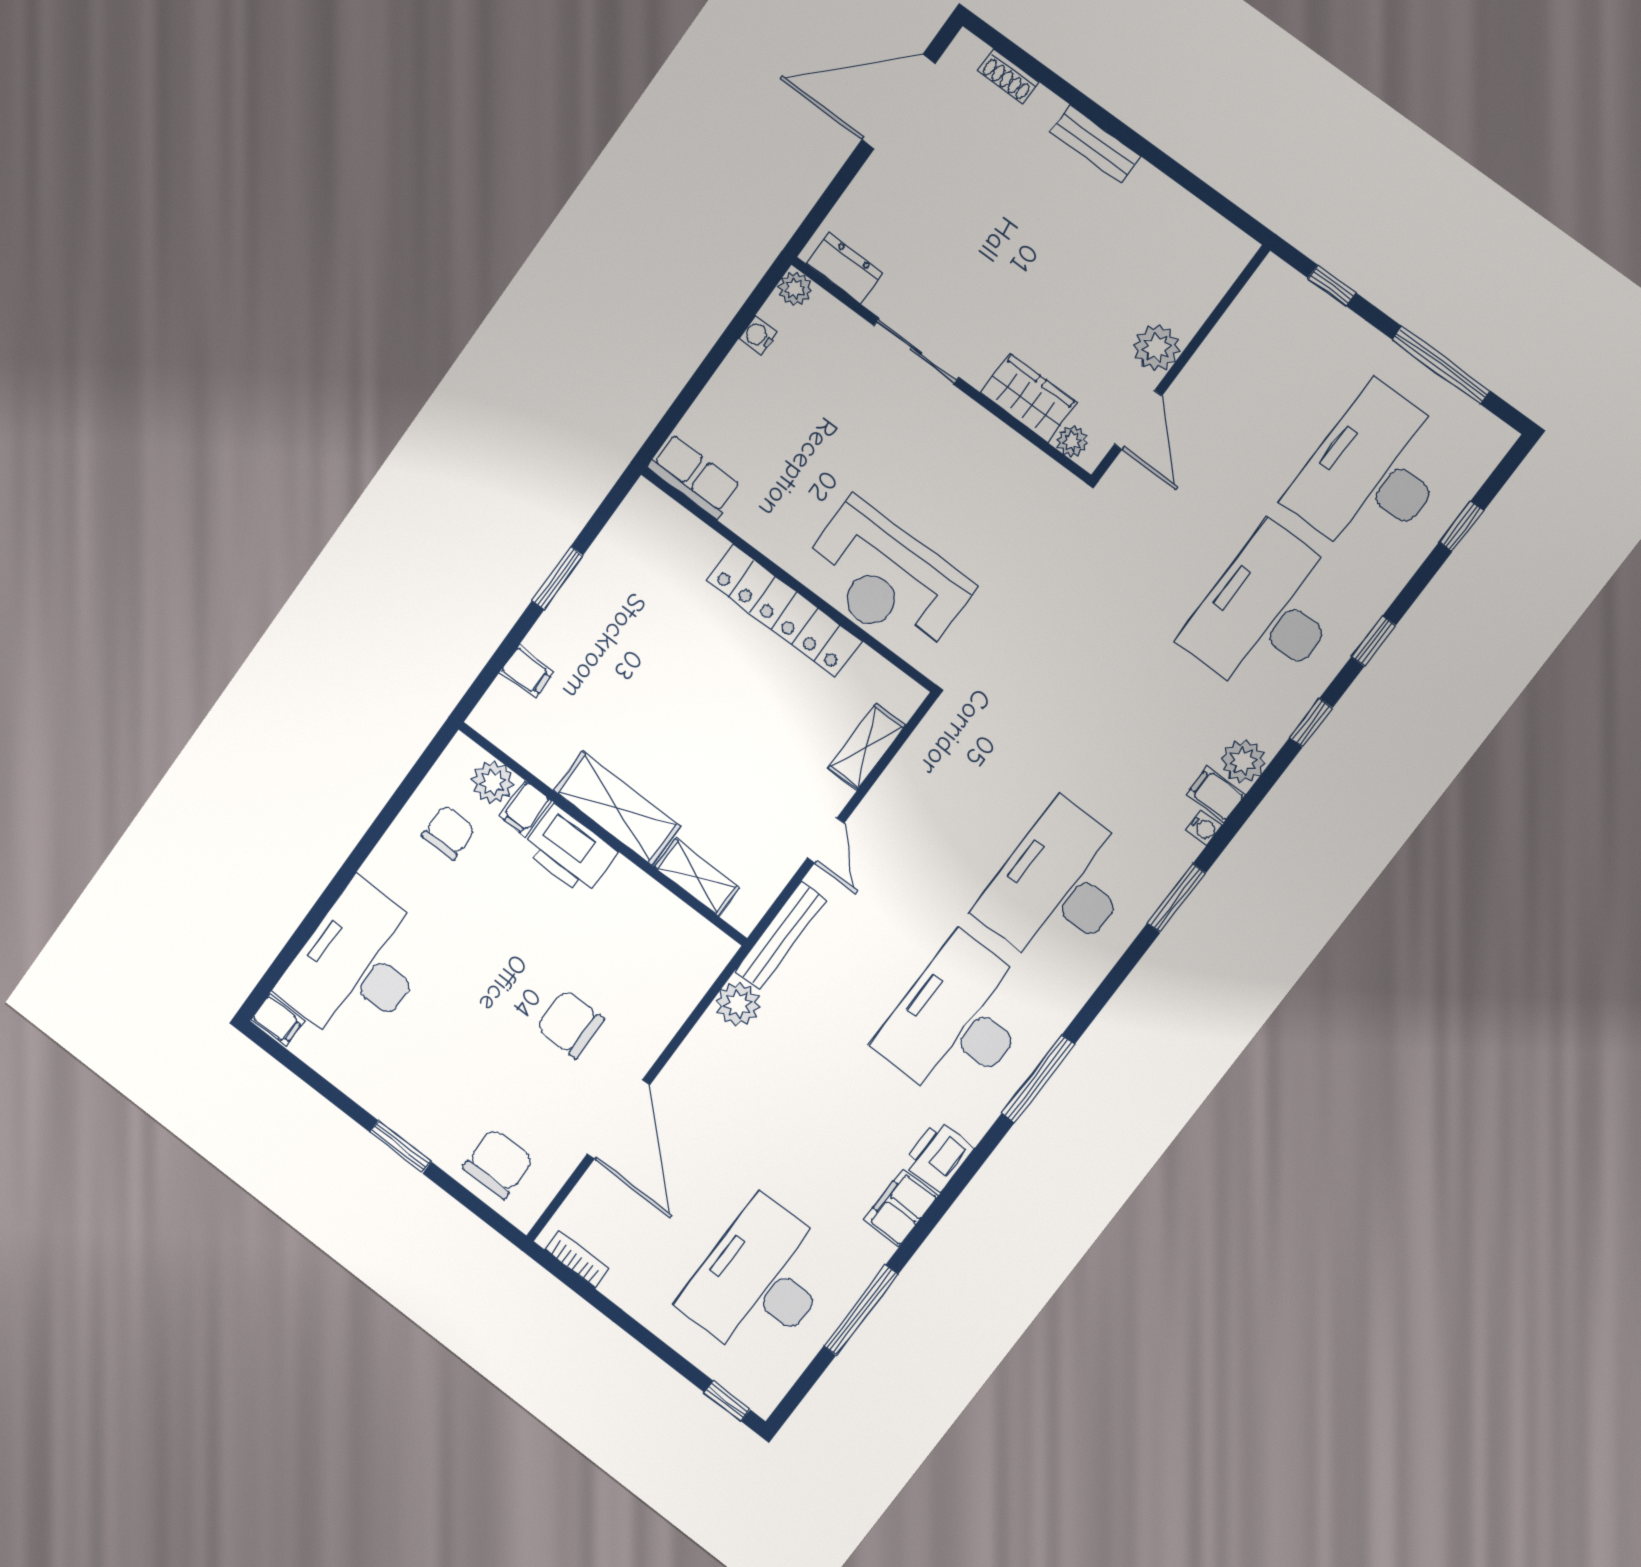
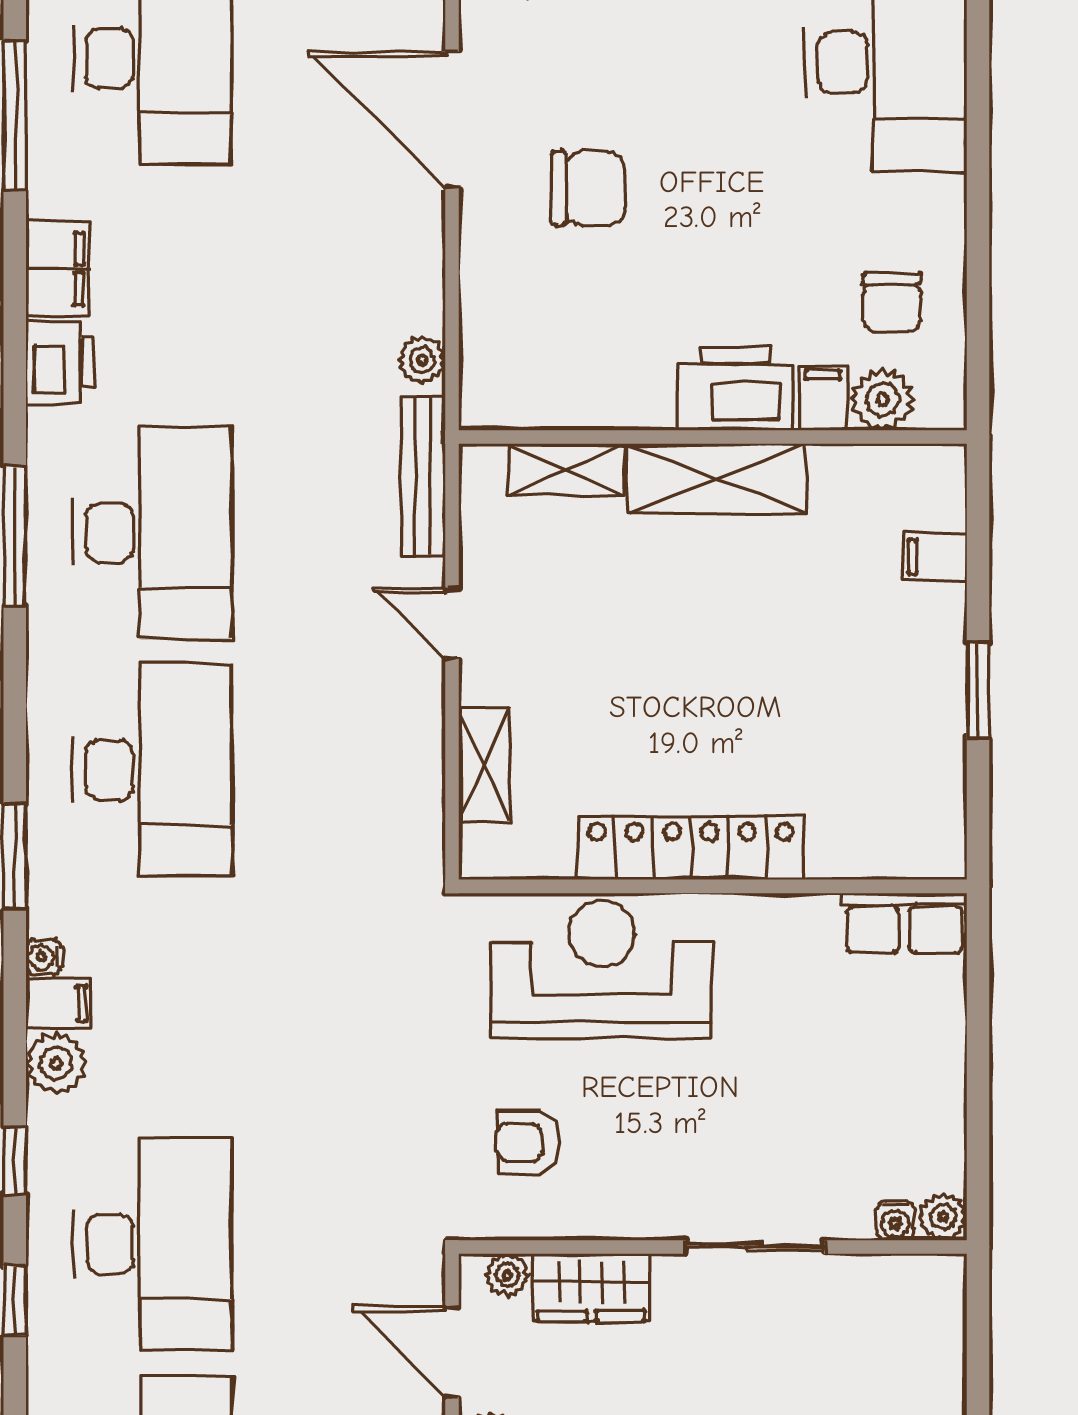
dresser: (845, 268) -> (903, 1280), removed
water cooler: (758, 336) -> (895, 1220), moved, turned 90
armchair: (1003, 510) -> (528, 1143), added
plant: (738, 1004) -> (422, 360), width x0.73, depth x0.73

